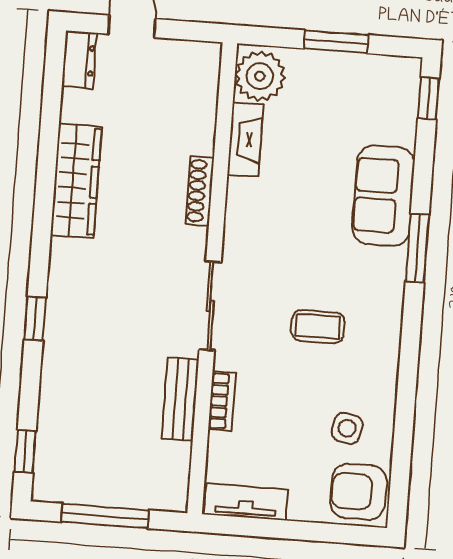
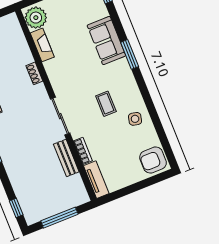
shoe rack: (200, 191) -> (34, 73), width x0.70
coffee table: (318, 326) -> (106, 104), turned 90
side table: (347, 428) -> (135, 119), moved
tv unit: (246, 502) -> (96, 180), moved, turned 90

